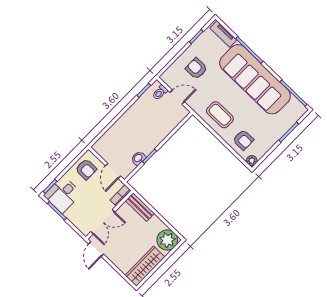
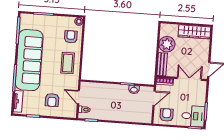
plant: (167, 240) -> (167, 44), moved

